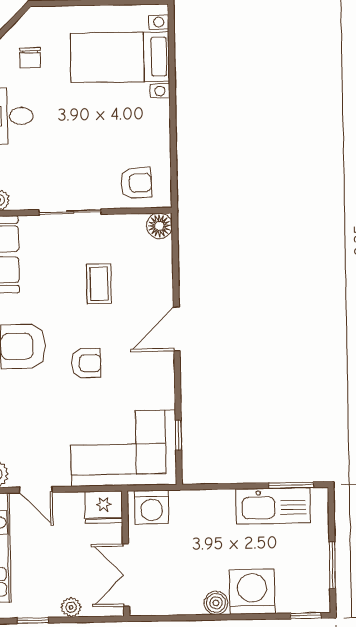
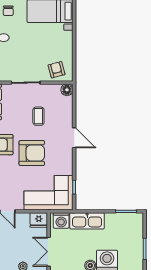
armchair: (136, 183) -> (57, 70), turned -102
door: (177, 329) -> (74, 138), swing flipped
armchair: (86, 363) -> (32, 153), width x1.88, depth x1.88
kitchen sink: (273, 506) -> (87, 221), moved

